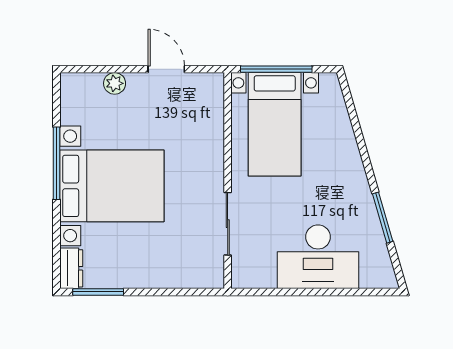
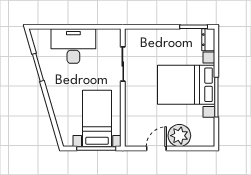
door: (166, 69) -> (156, 148), swing flipped
plant: (115, 83) -> (179, 136), width x1.87, depth x1.87

